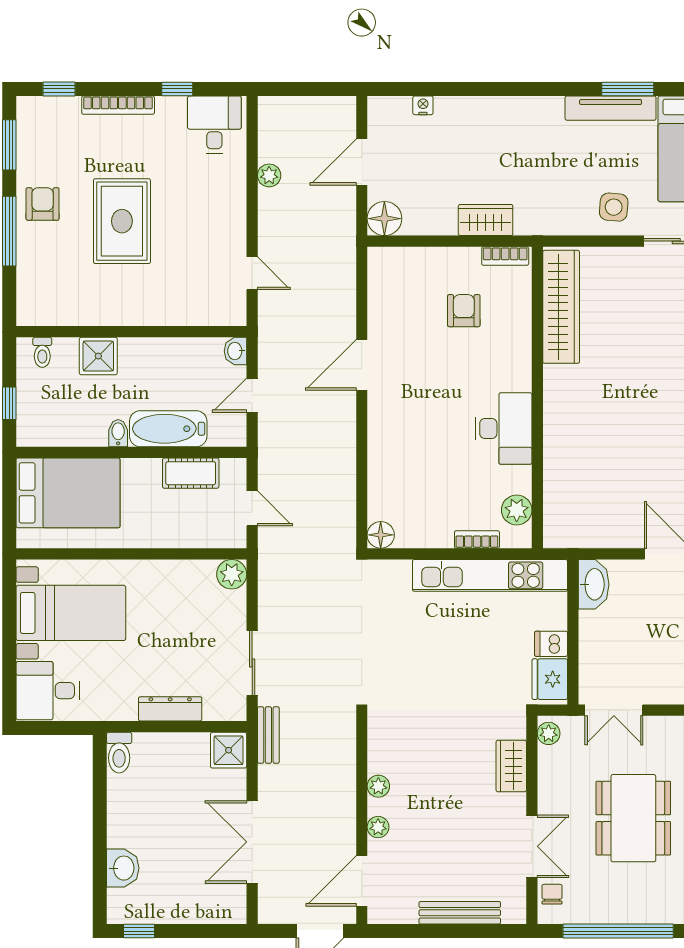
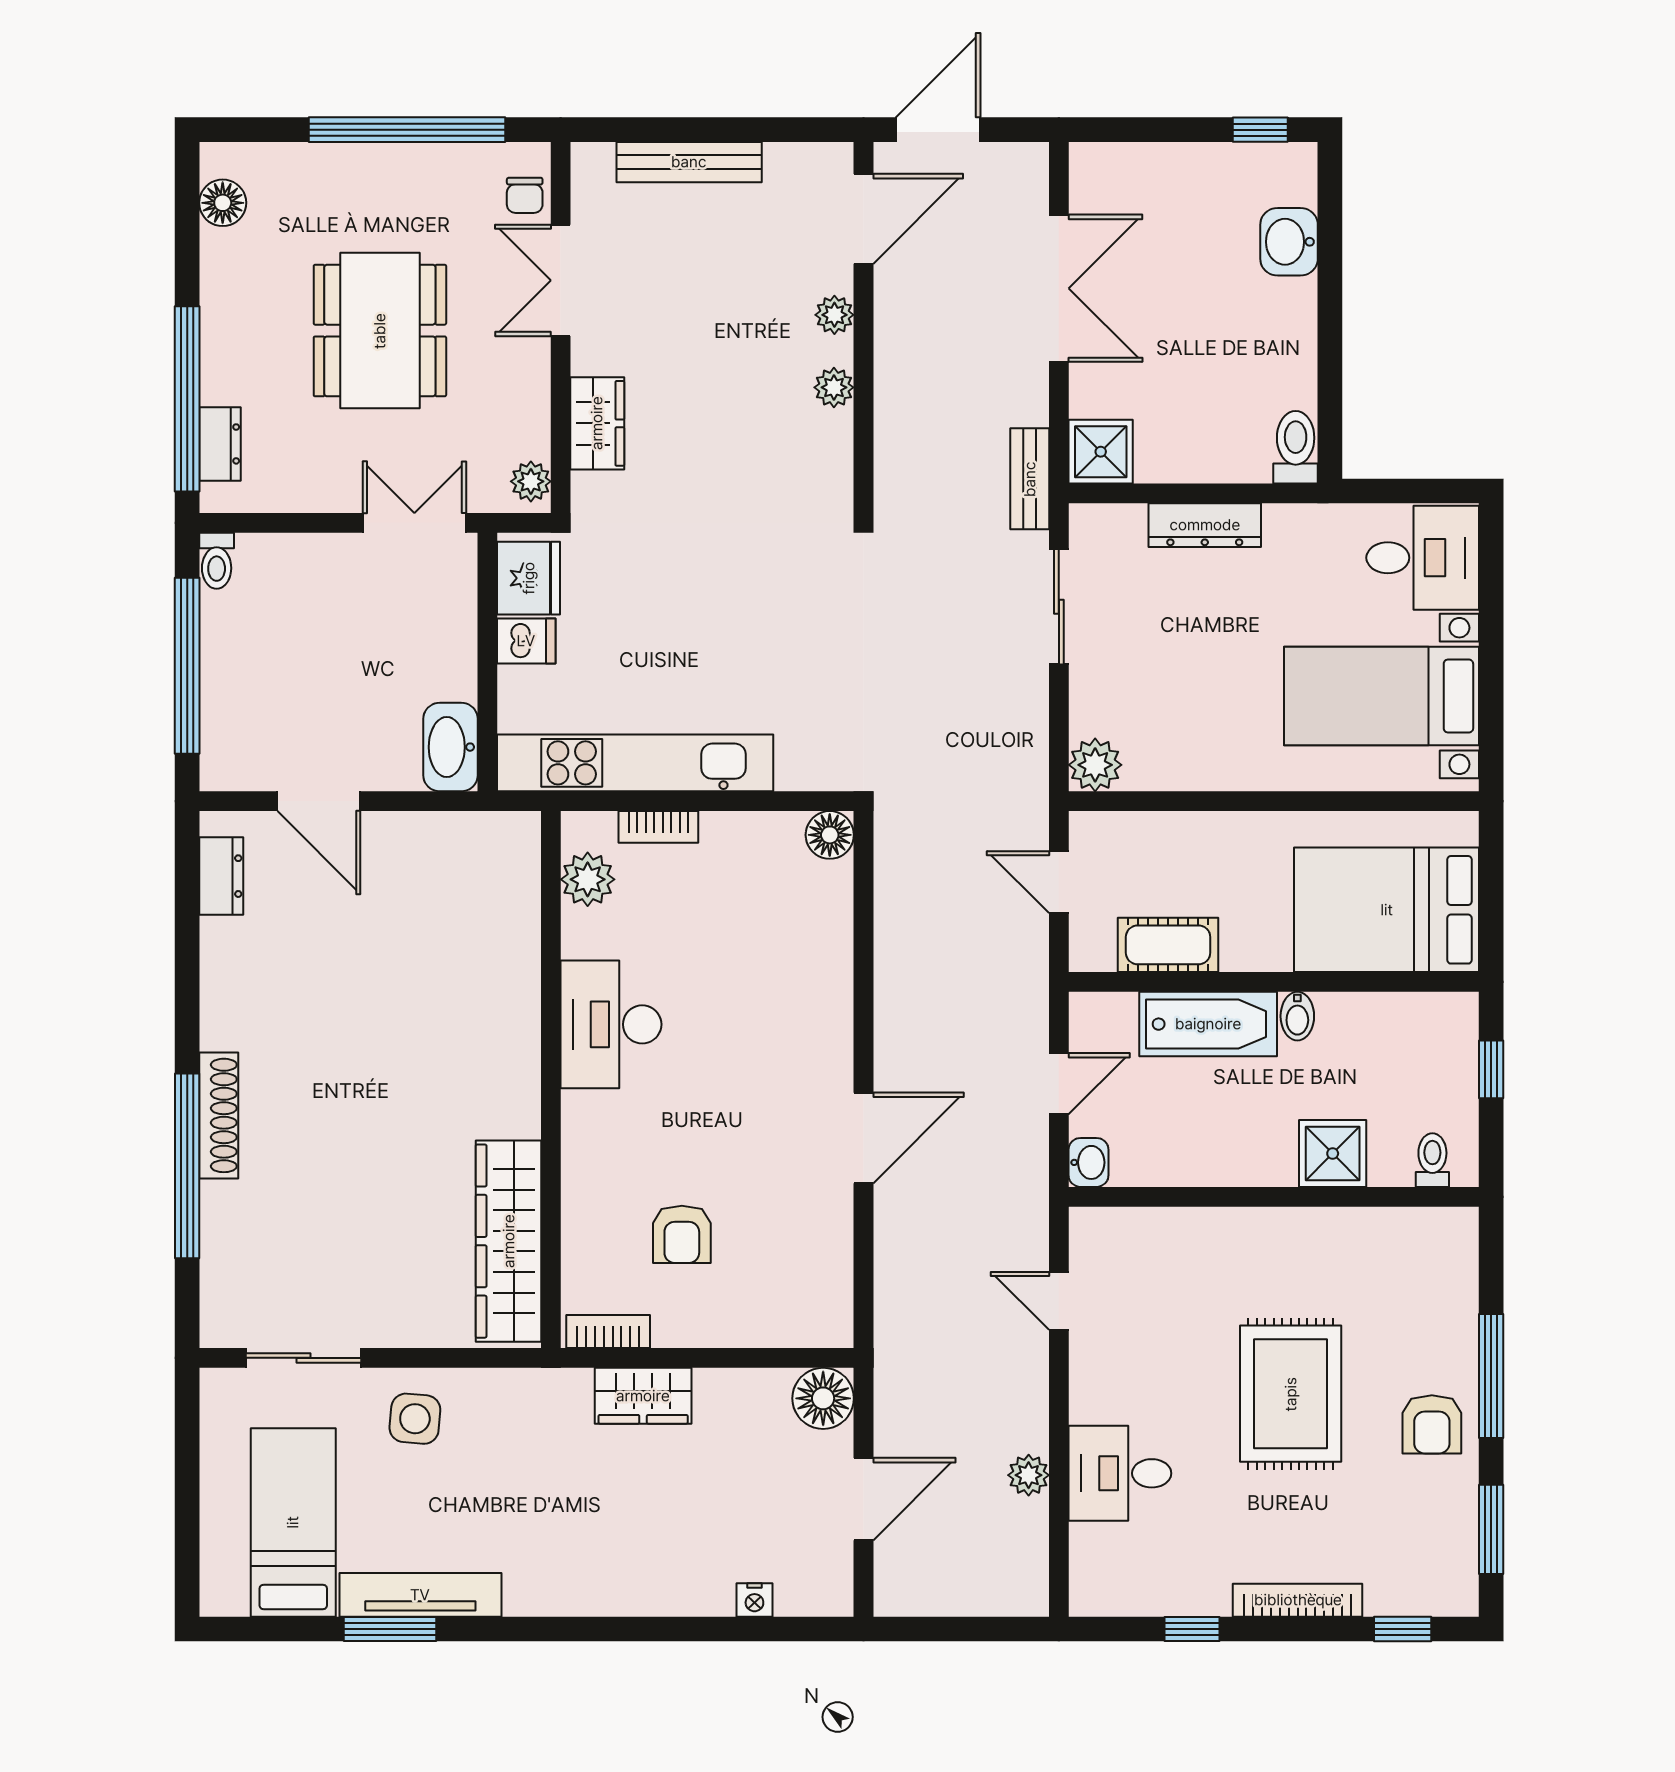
desk: (214, 125) -> (1120, 1473), moved, turned 90

